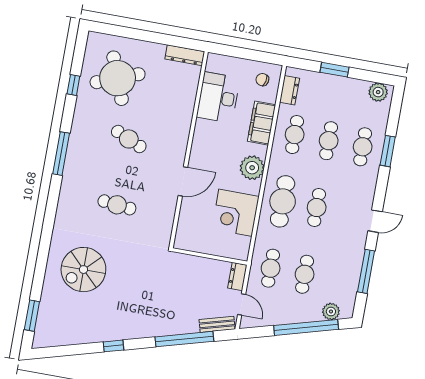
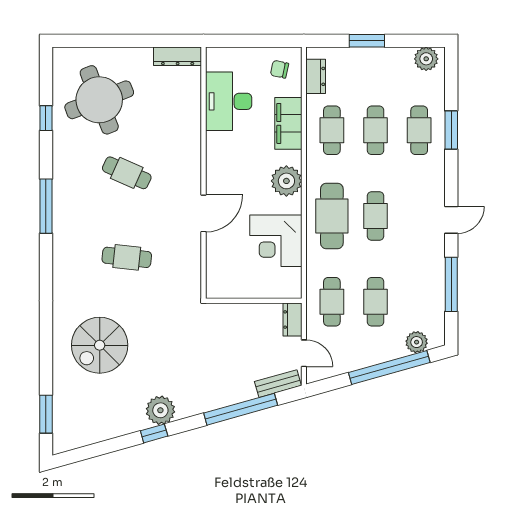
plant: (122, 329) -> (160, 410), added

